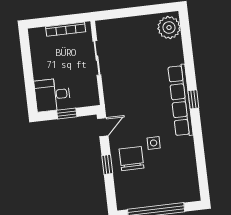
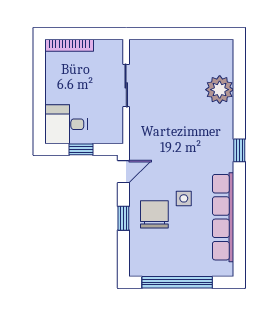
plant: (169, 28) -> (220, 90), moved
bookcase: (66, 29) -> (69, 45), moved
row of seats: (180, 100) -> (223, 217), moved

